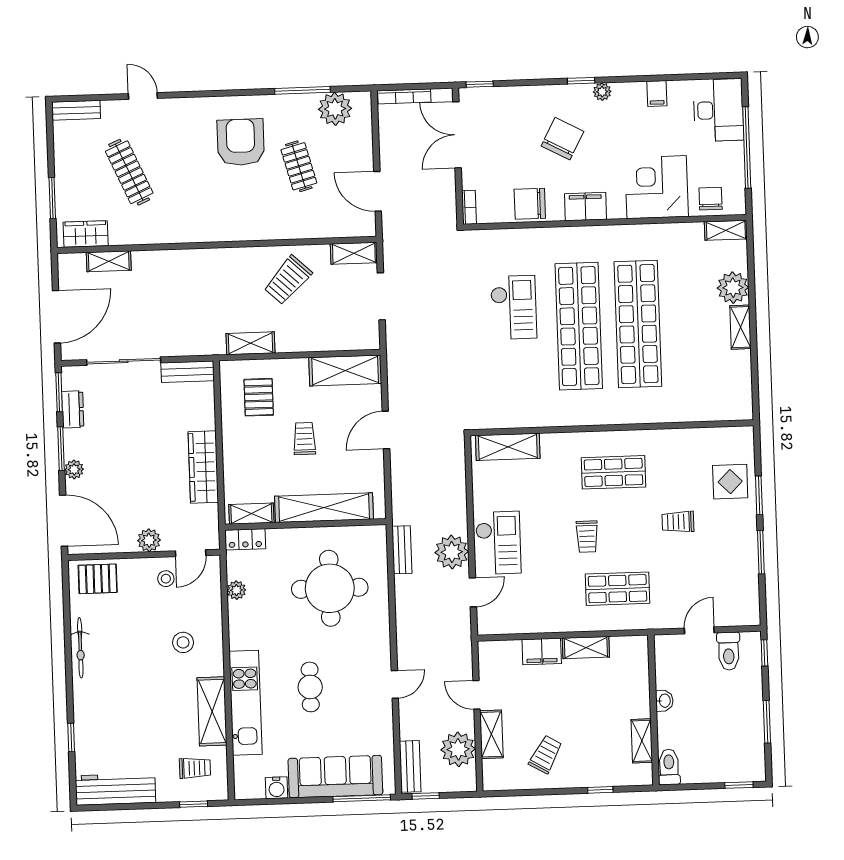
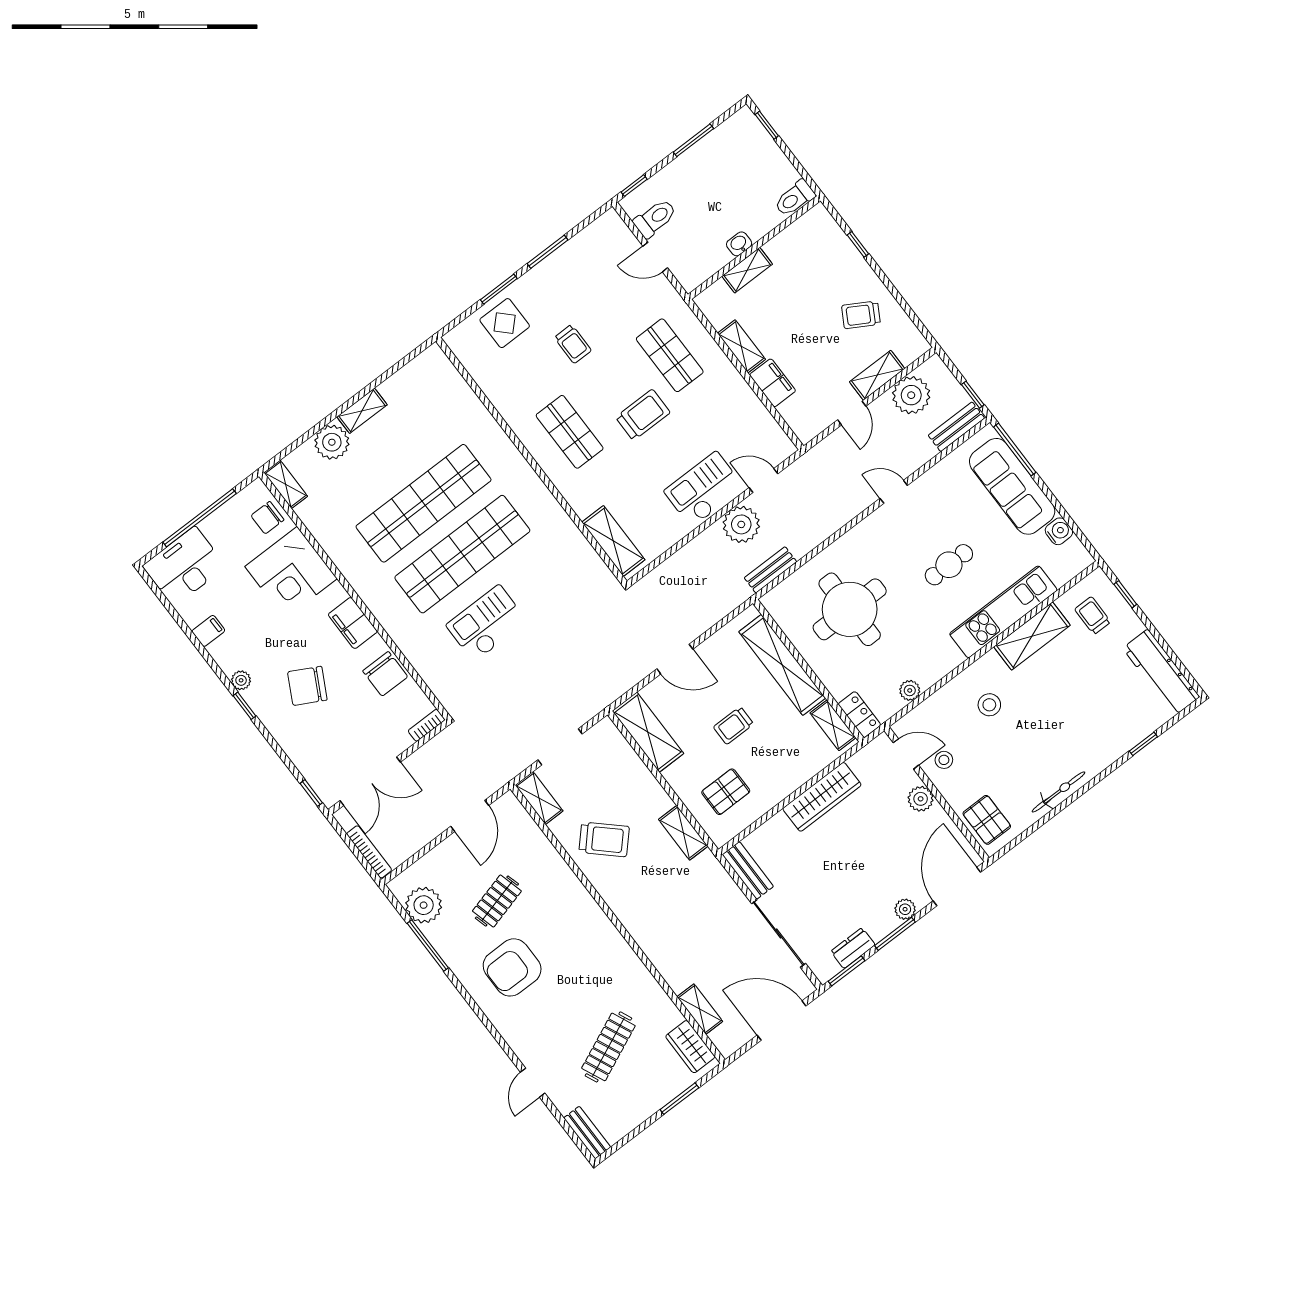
trolley: (587, 537) -> (643, 415), width x1.36, depth x1.39
shelving: (642, 741) -> (747, 270), moved

